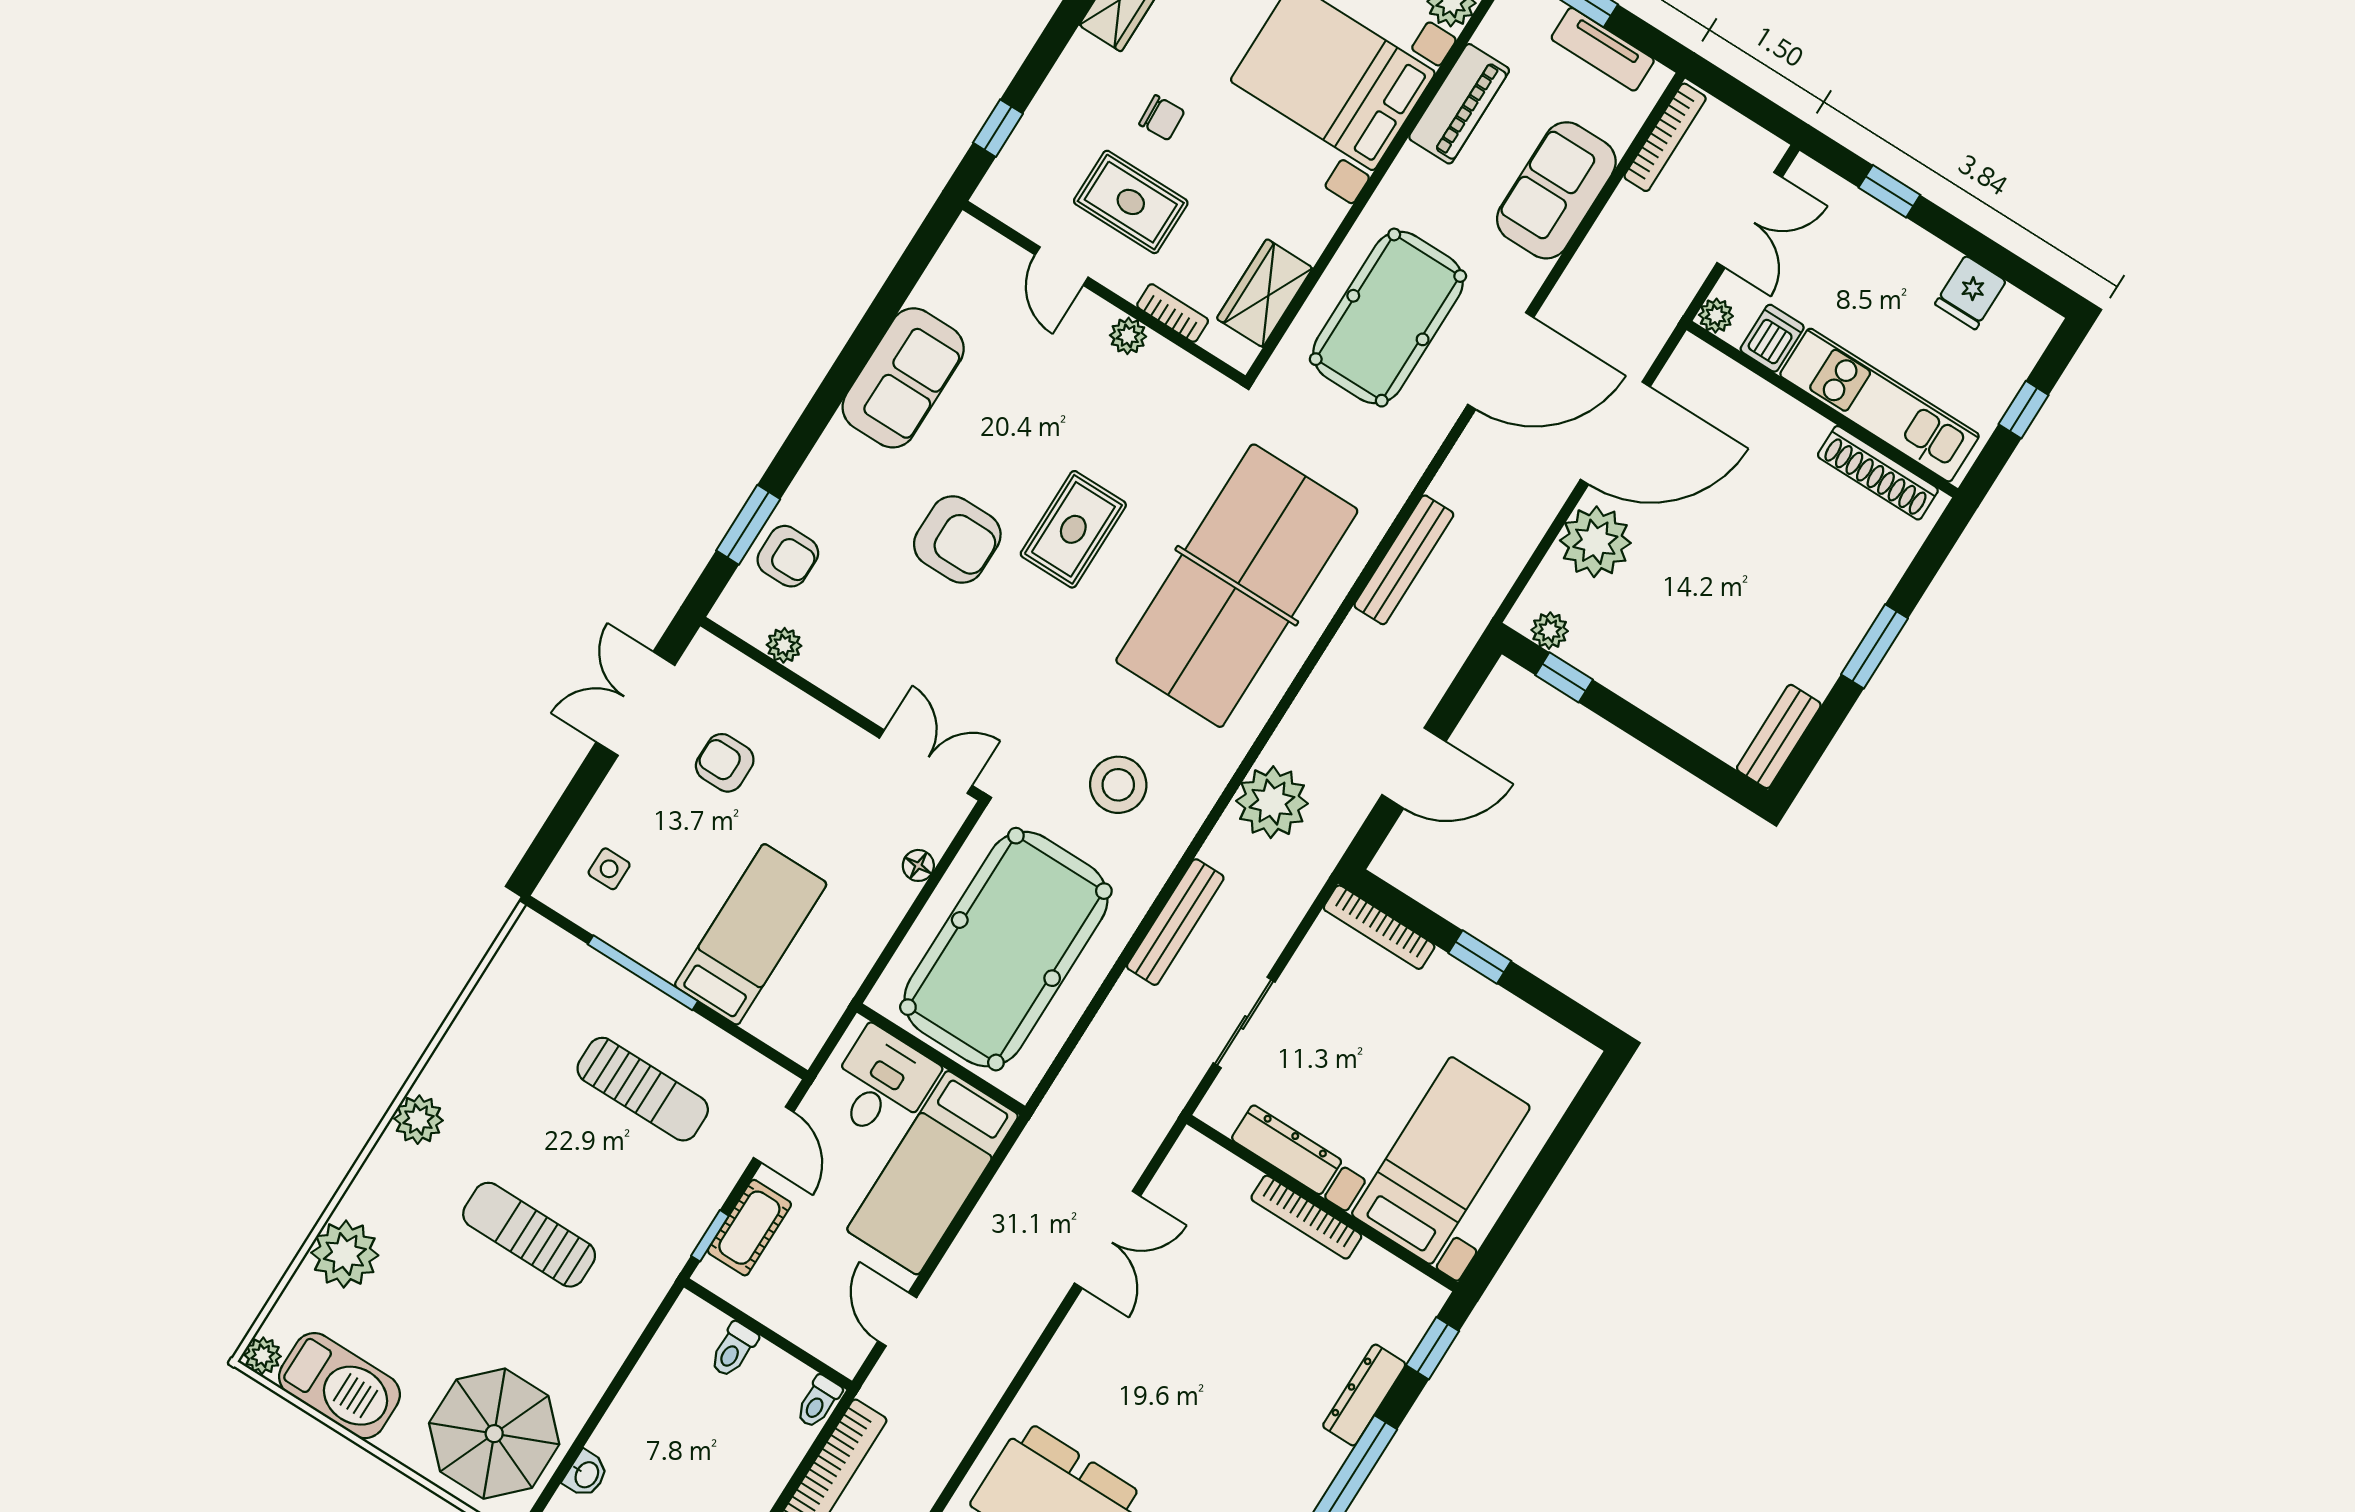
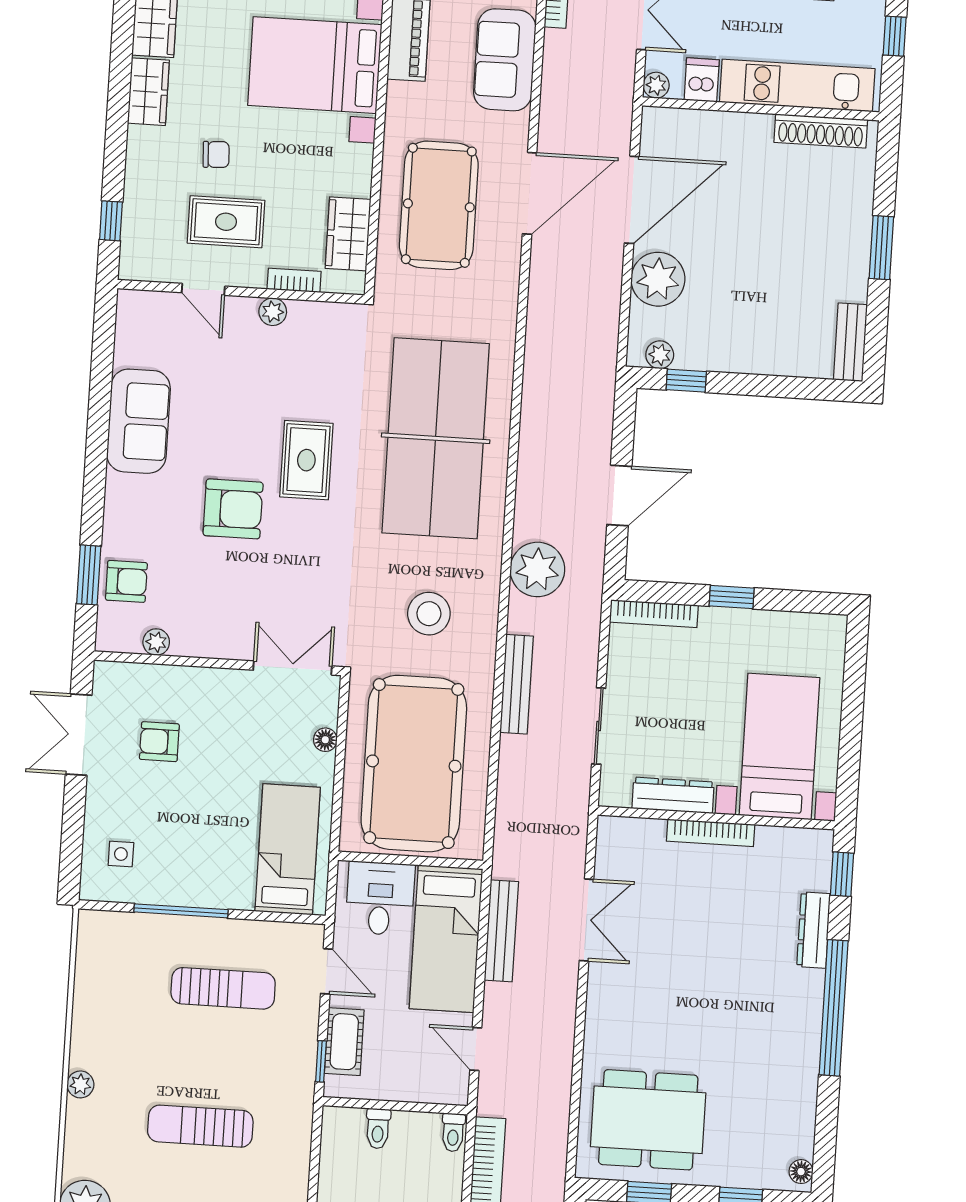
bench: (1404, 560) -> (501, 931), moved
bed: (751, 934) -> (288, 849), moved
plant: (418, 1120) -> (80, 1084), width x0.73, depth x0.73

